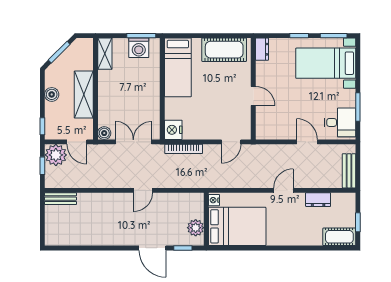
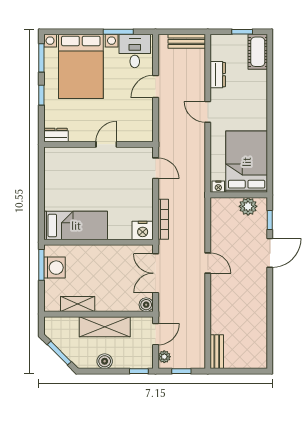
cot: (224, 50) -> (56, 176), removed
shelving: (105, 54) -> (78, 304), moved
bed with nightstands: (326, 63) -> (81, 66), width x1.36
plant: (56, 155) -> (164, 357), width x0.53, depth x0.53

